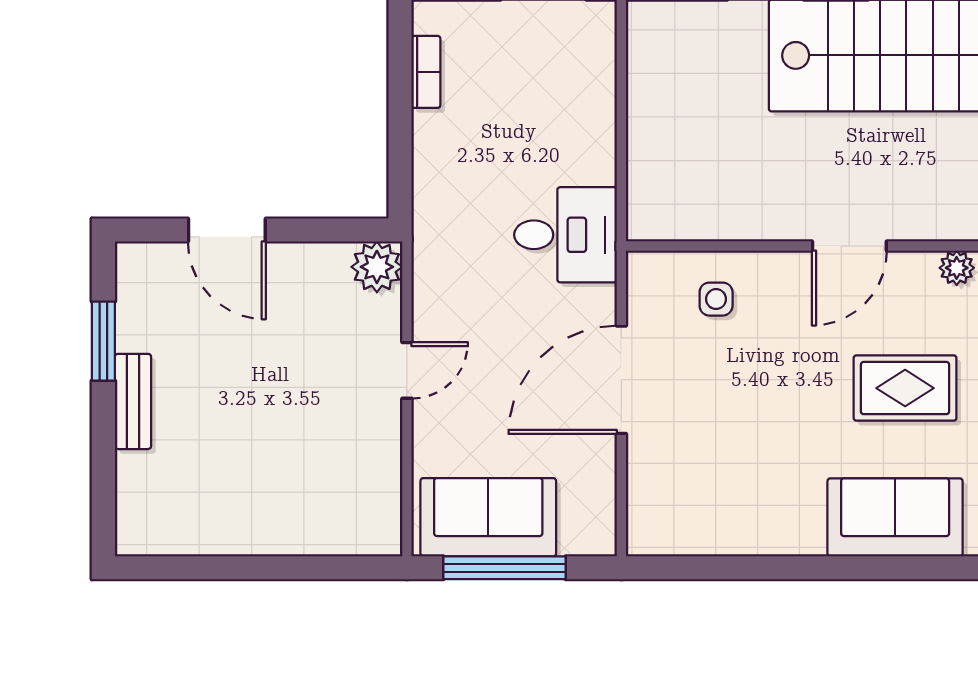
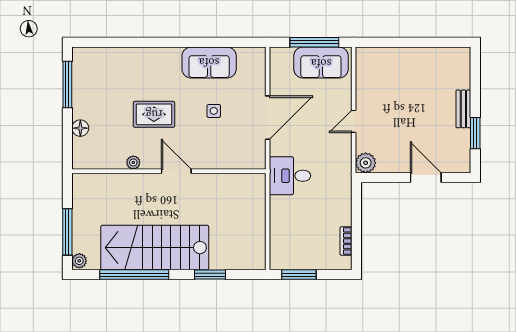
door: (849, 246) -> (176, 171), hinge flipped
side table: (716, 299) -> (214, 111), moved
sofa: (895, 517) -> (209, 62), moved

